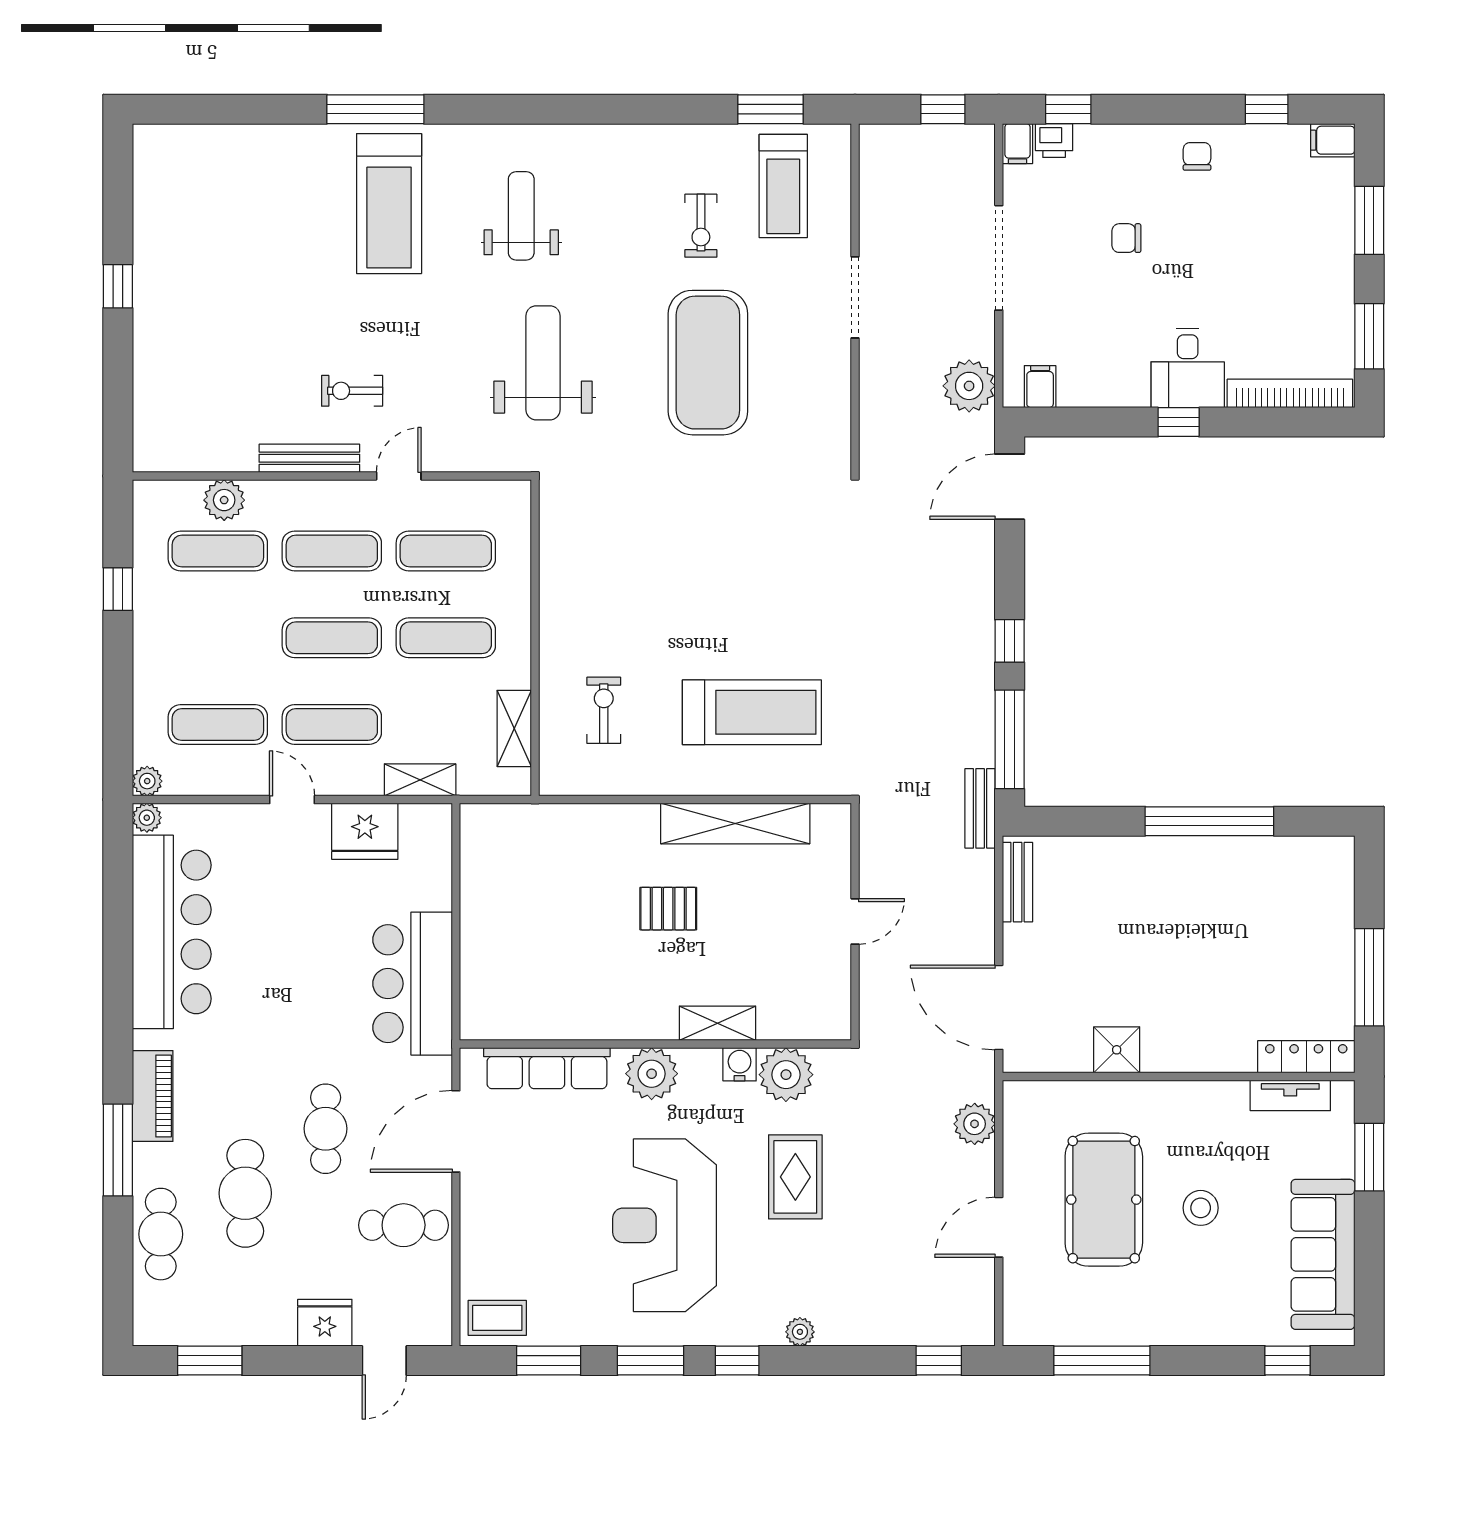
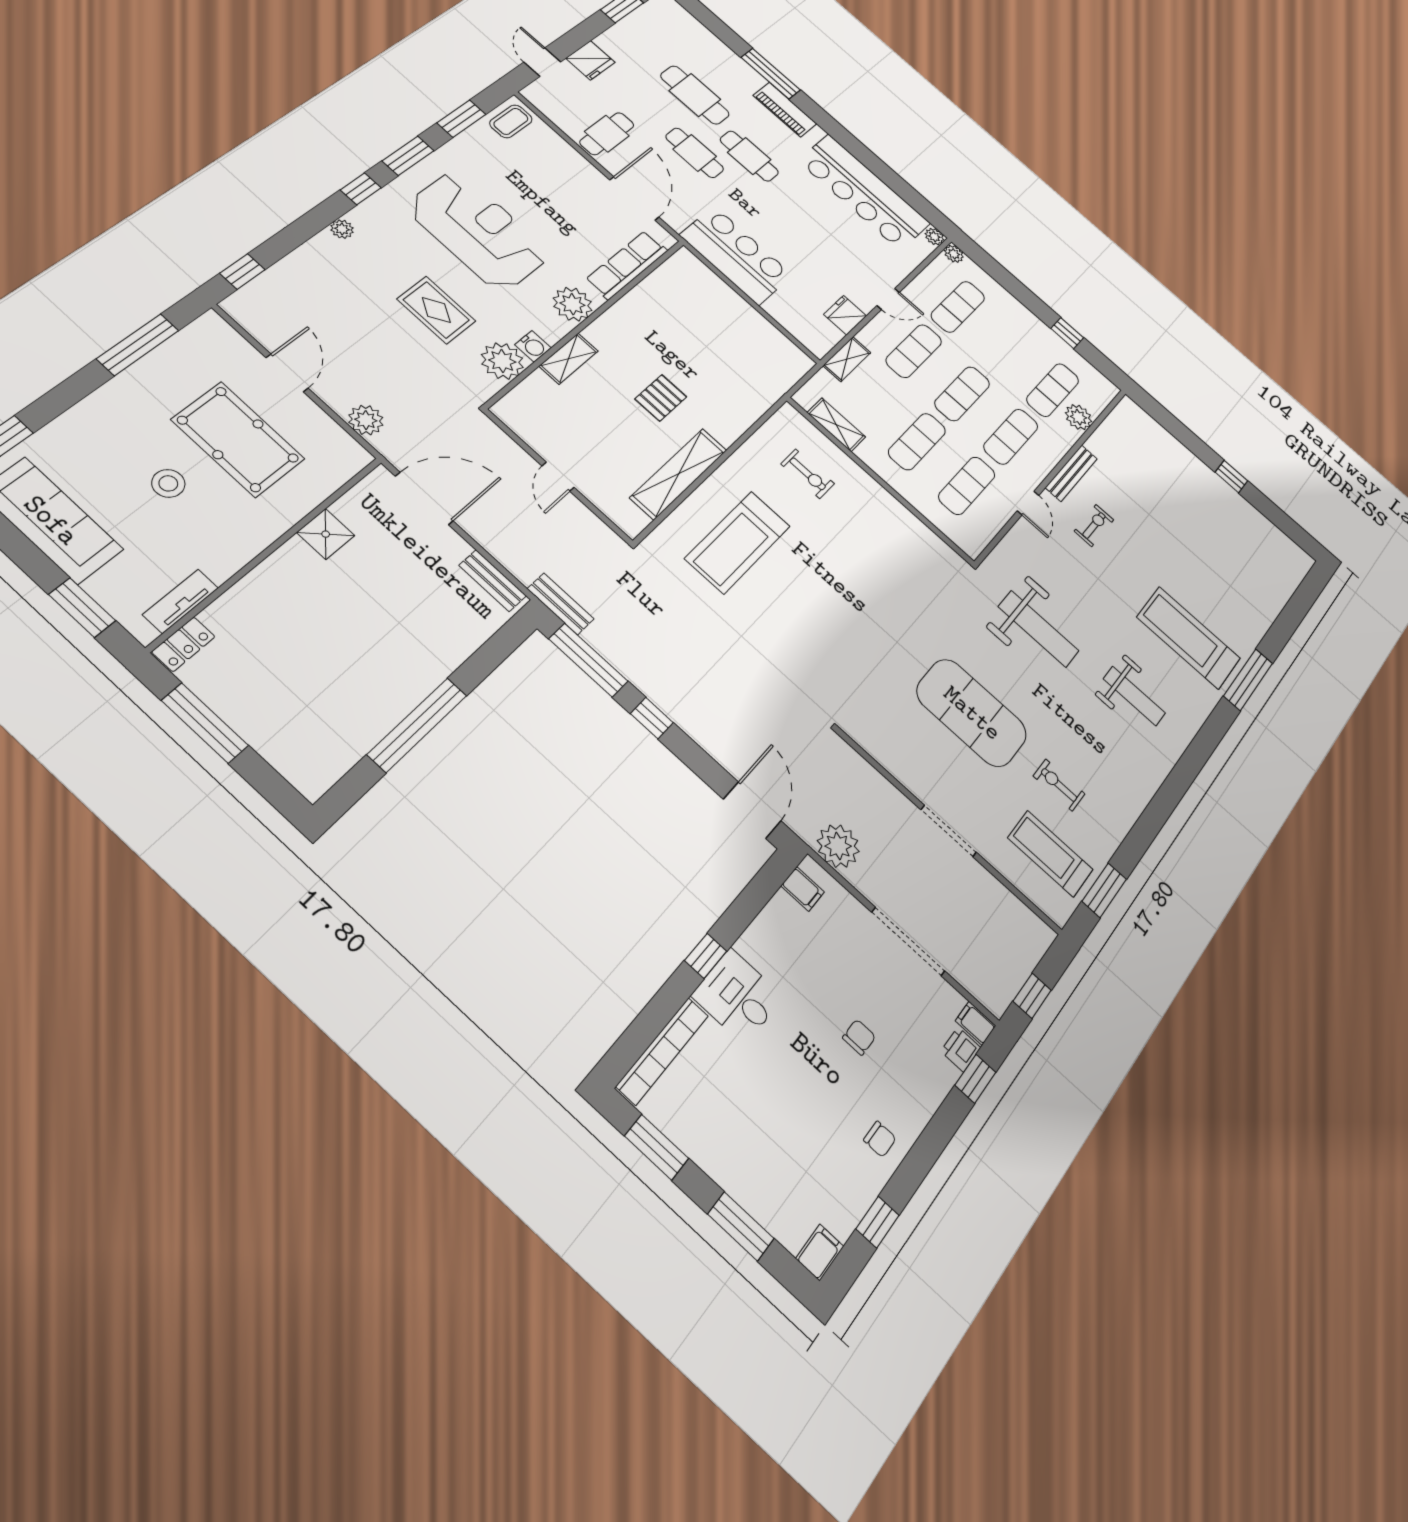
fridge: (365, 831) -> (845, 315), width x0.73, depth x0.75
locker: (1306, 1057) -> (183, 644), width x0.66
cafe table: (161, 1234) -> (749, 156), moved

